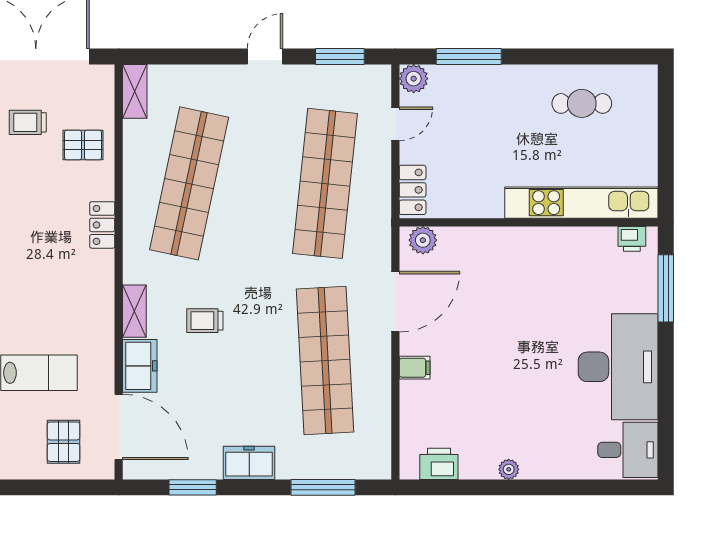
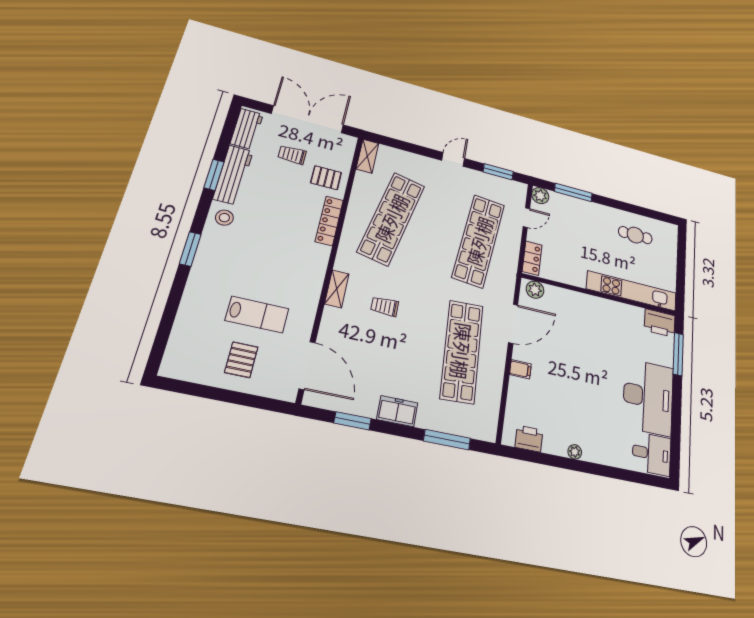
locker: (102, 225) -> (329, 221), width x1.53
printer: (632, 239) -> (660, 323), width x1.87, depth x1.48
freezer: (140, 366) -> (332, 326), removed
pallet: (64, 442) -> (241, 360), moved

